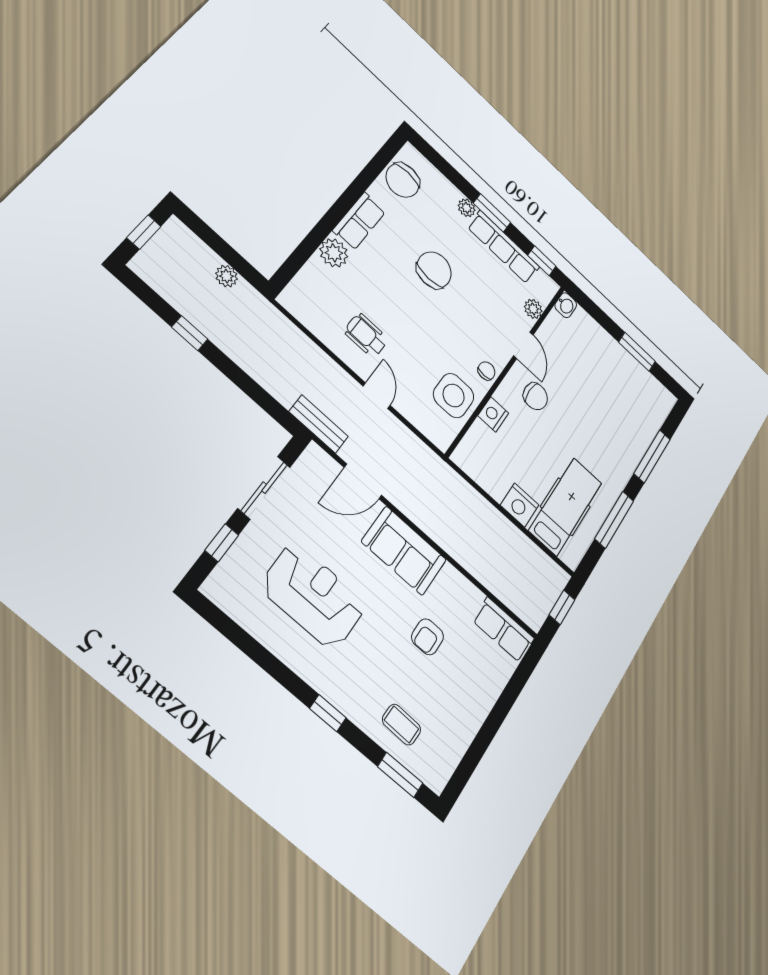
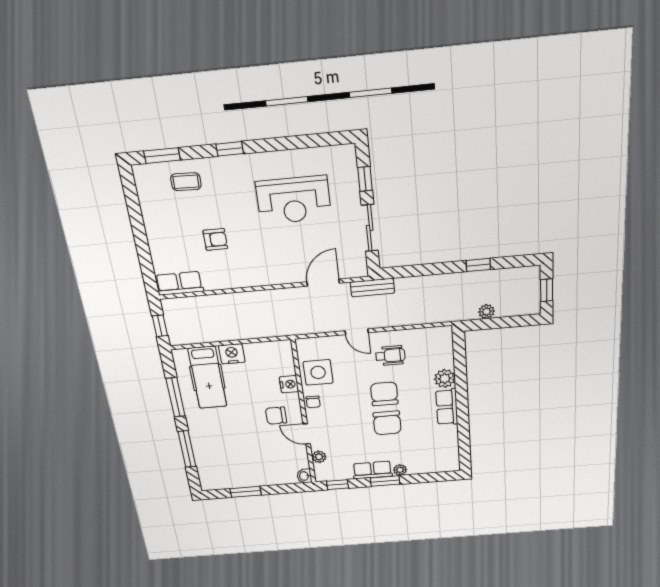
chair: (403, 180) -> (384, 394), moved
row of seats: (504, 247) -> (372, 470), width x0.68
sofa: (404, 551) -> (269, 270), removed
armchair: (428, 637) -> (215, 240), turned 90

